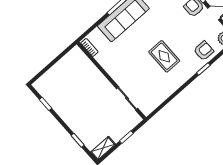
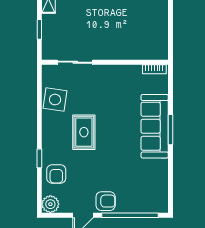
rug: (164, 56) -> (84, 132), turned 90
side table: (160, 91) -> (55, 100), added

